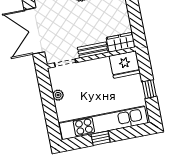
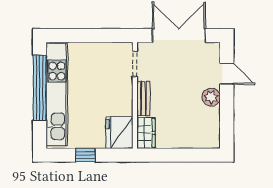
plant: (58, 95) -> (99, 48), removed
window: (101, 138) -> (40, 88), width x3.17

